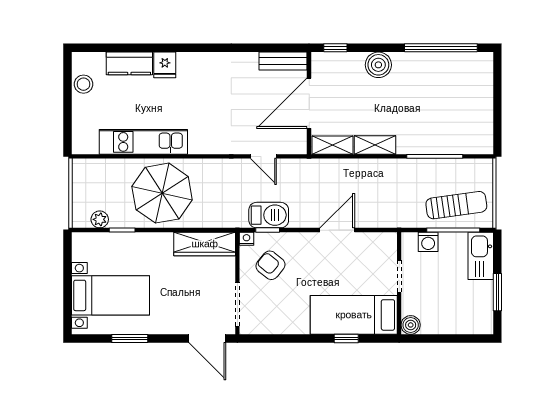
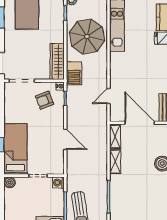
barbecue: (269, 215) -> (74, 73), moved
washing machine: (428, 242) -> (58, 183), moved
armchair: (271, 265) -> (45, 100), turned -150

